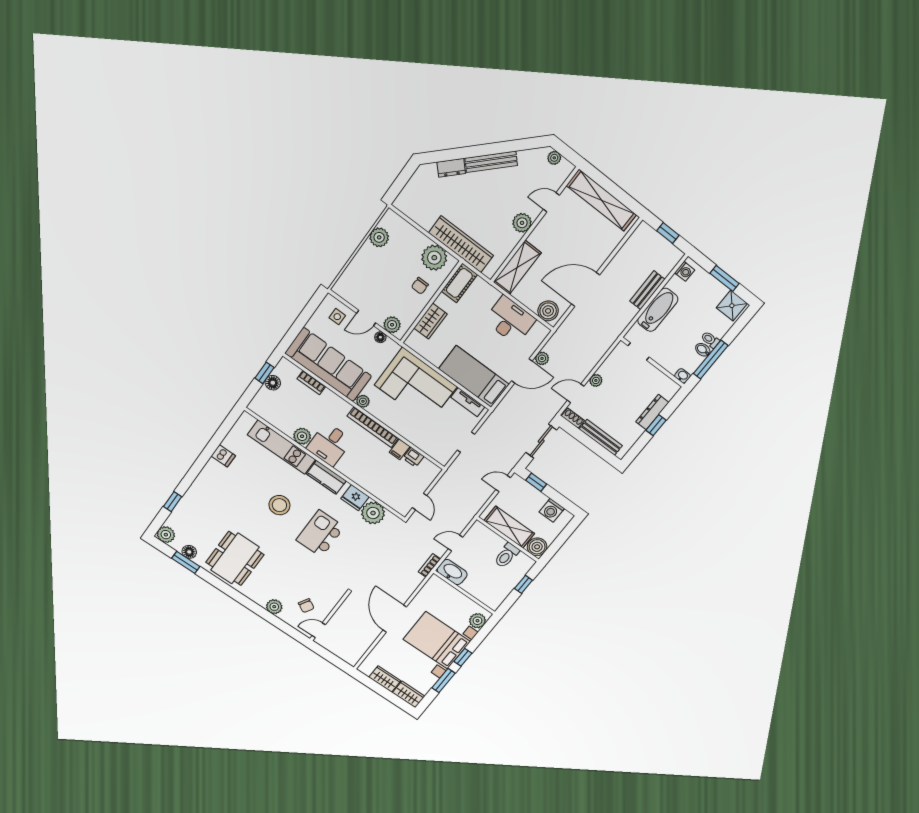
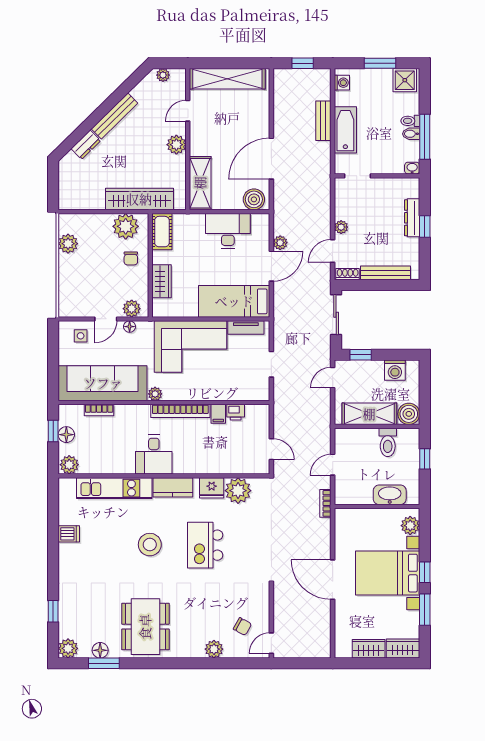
plant: (302, 436) -> (69, 465), moved
washbasin: (452, 572) -> (390, 495), moved

